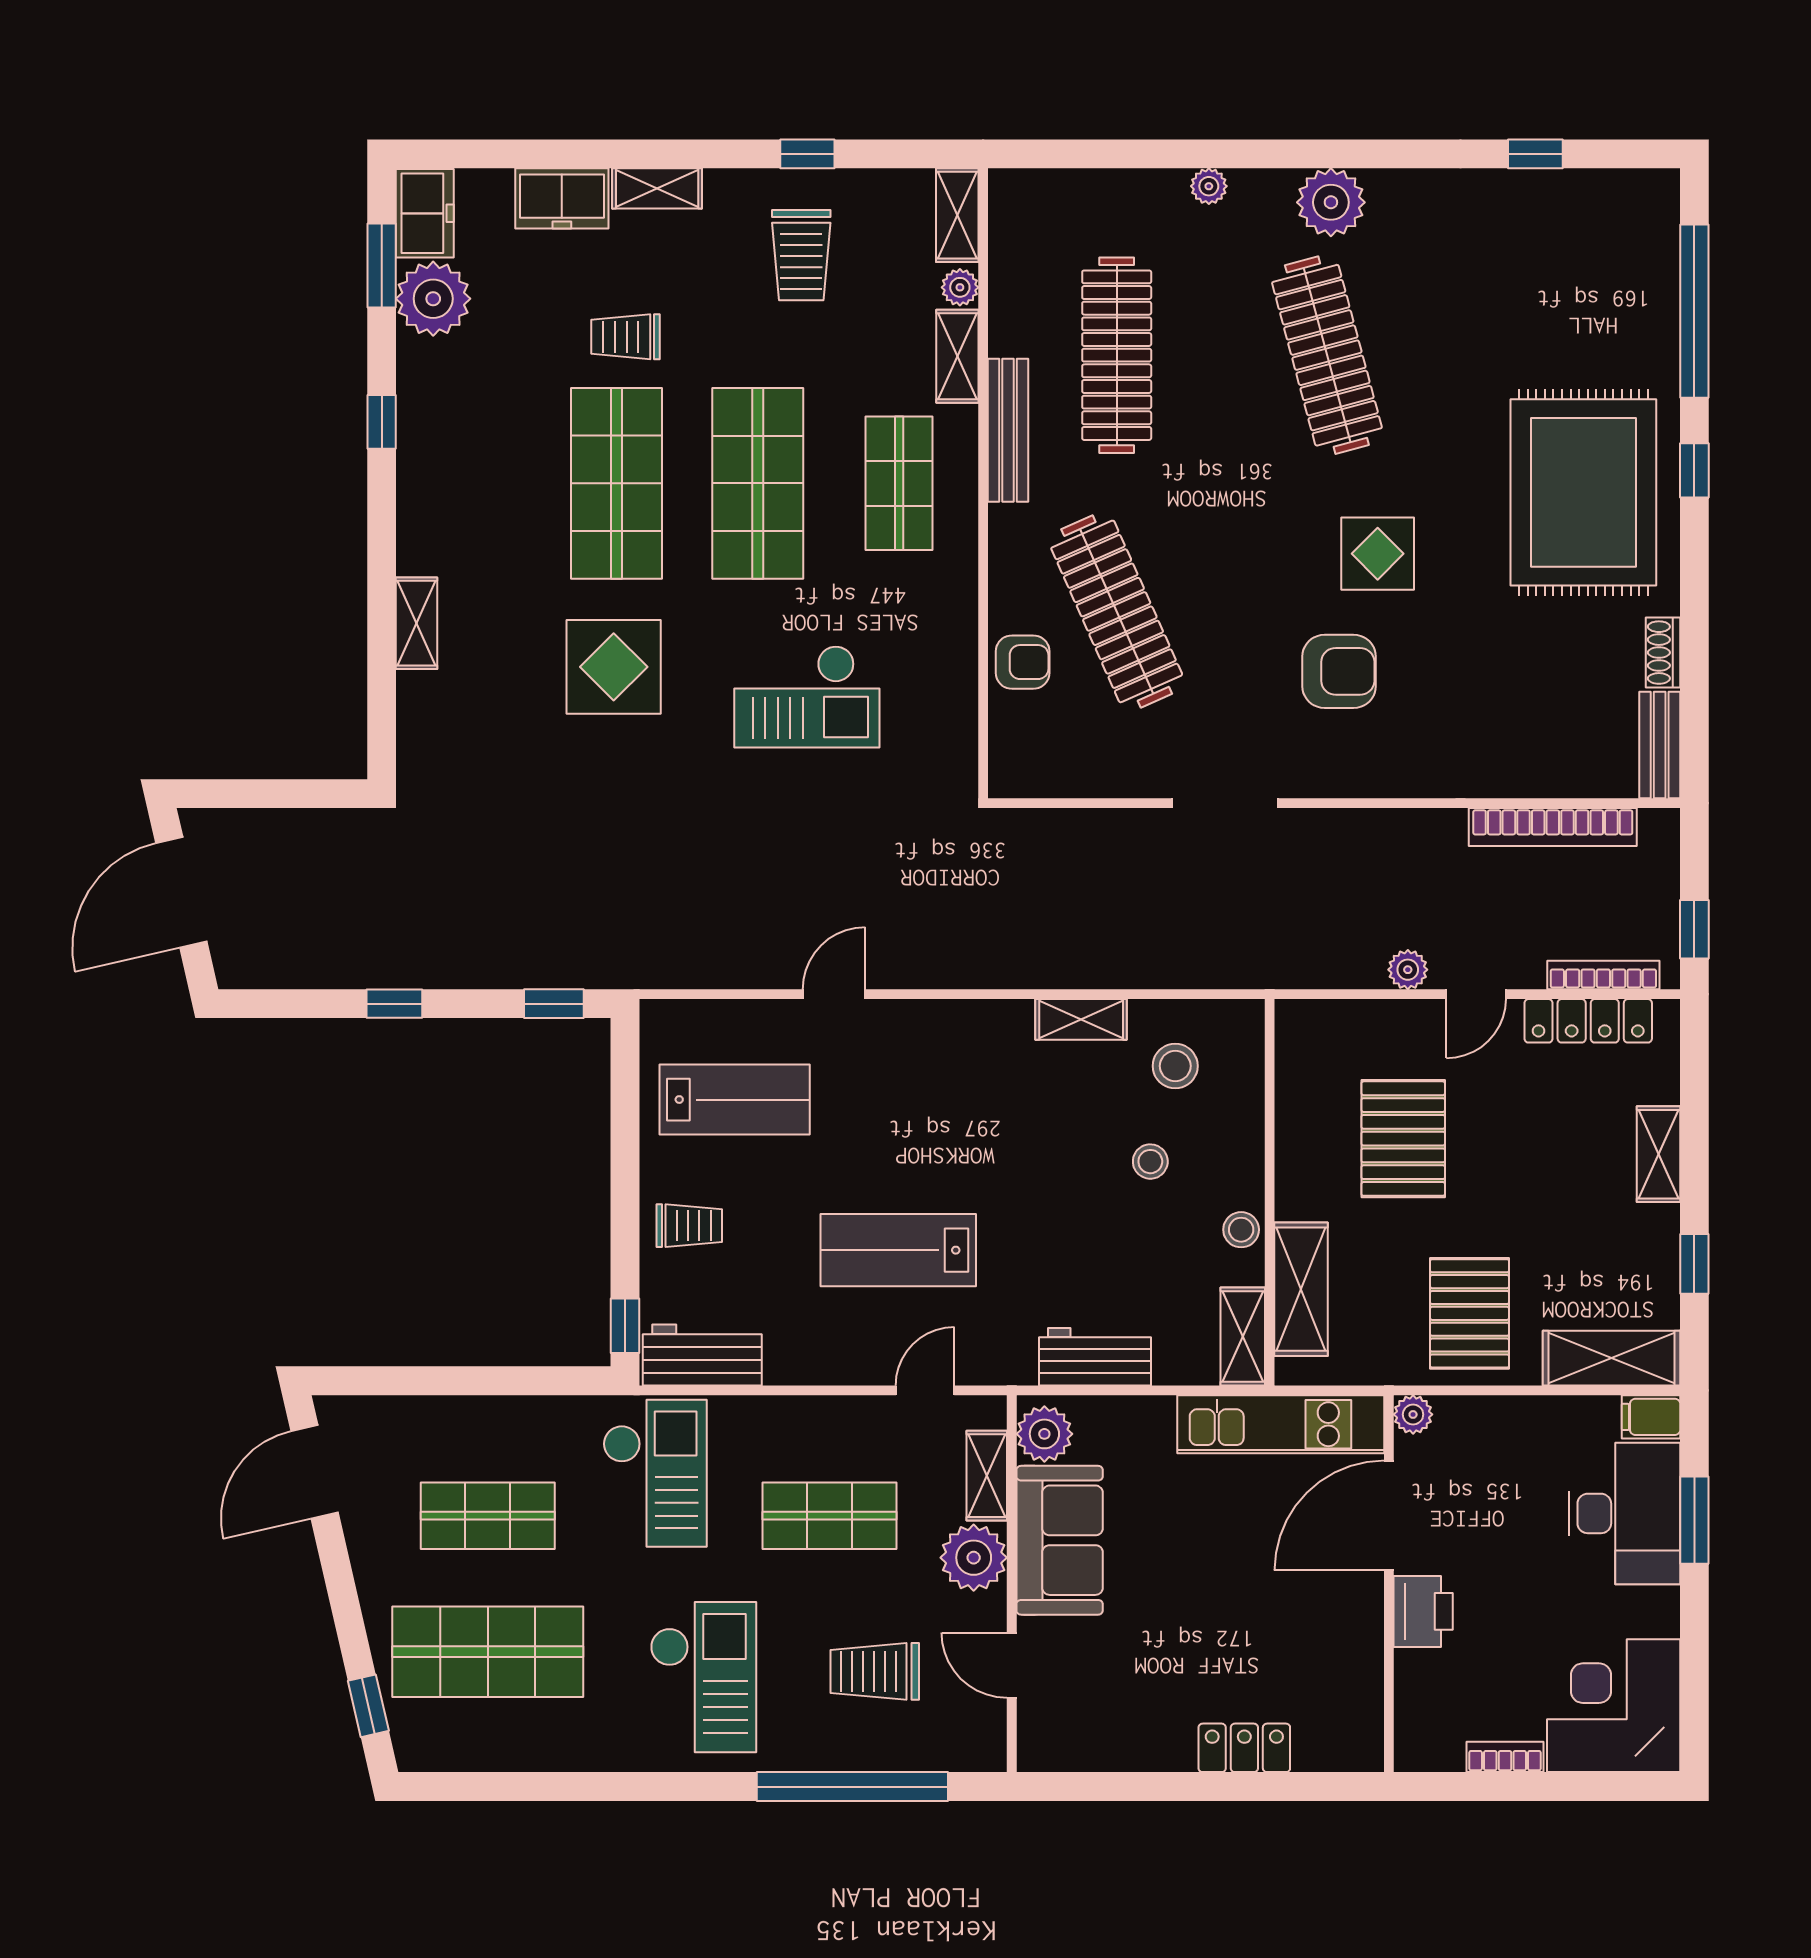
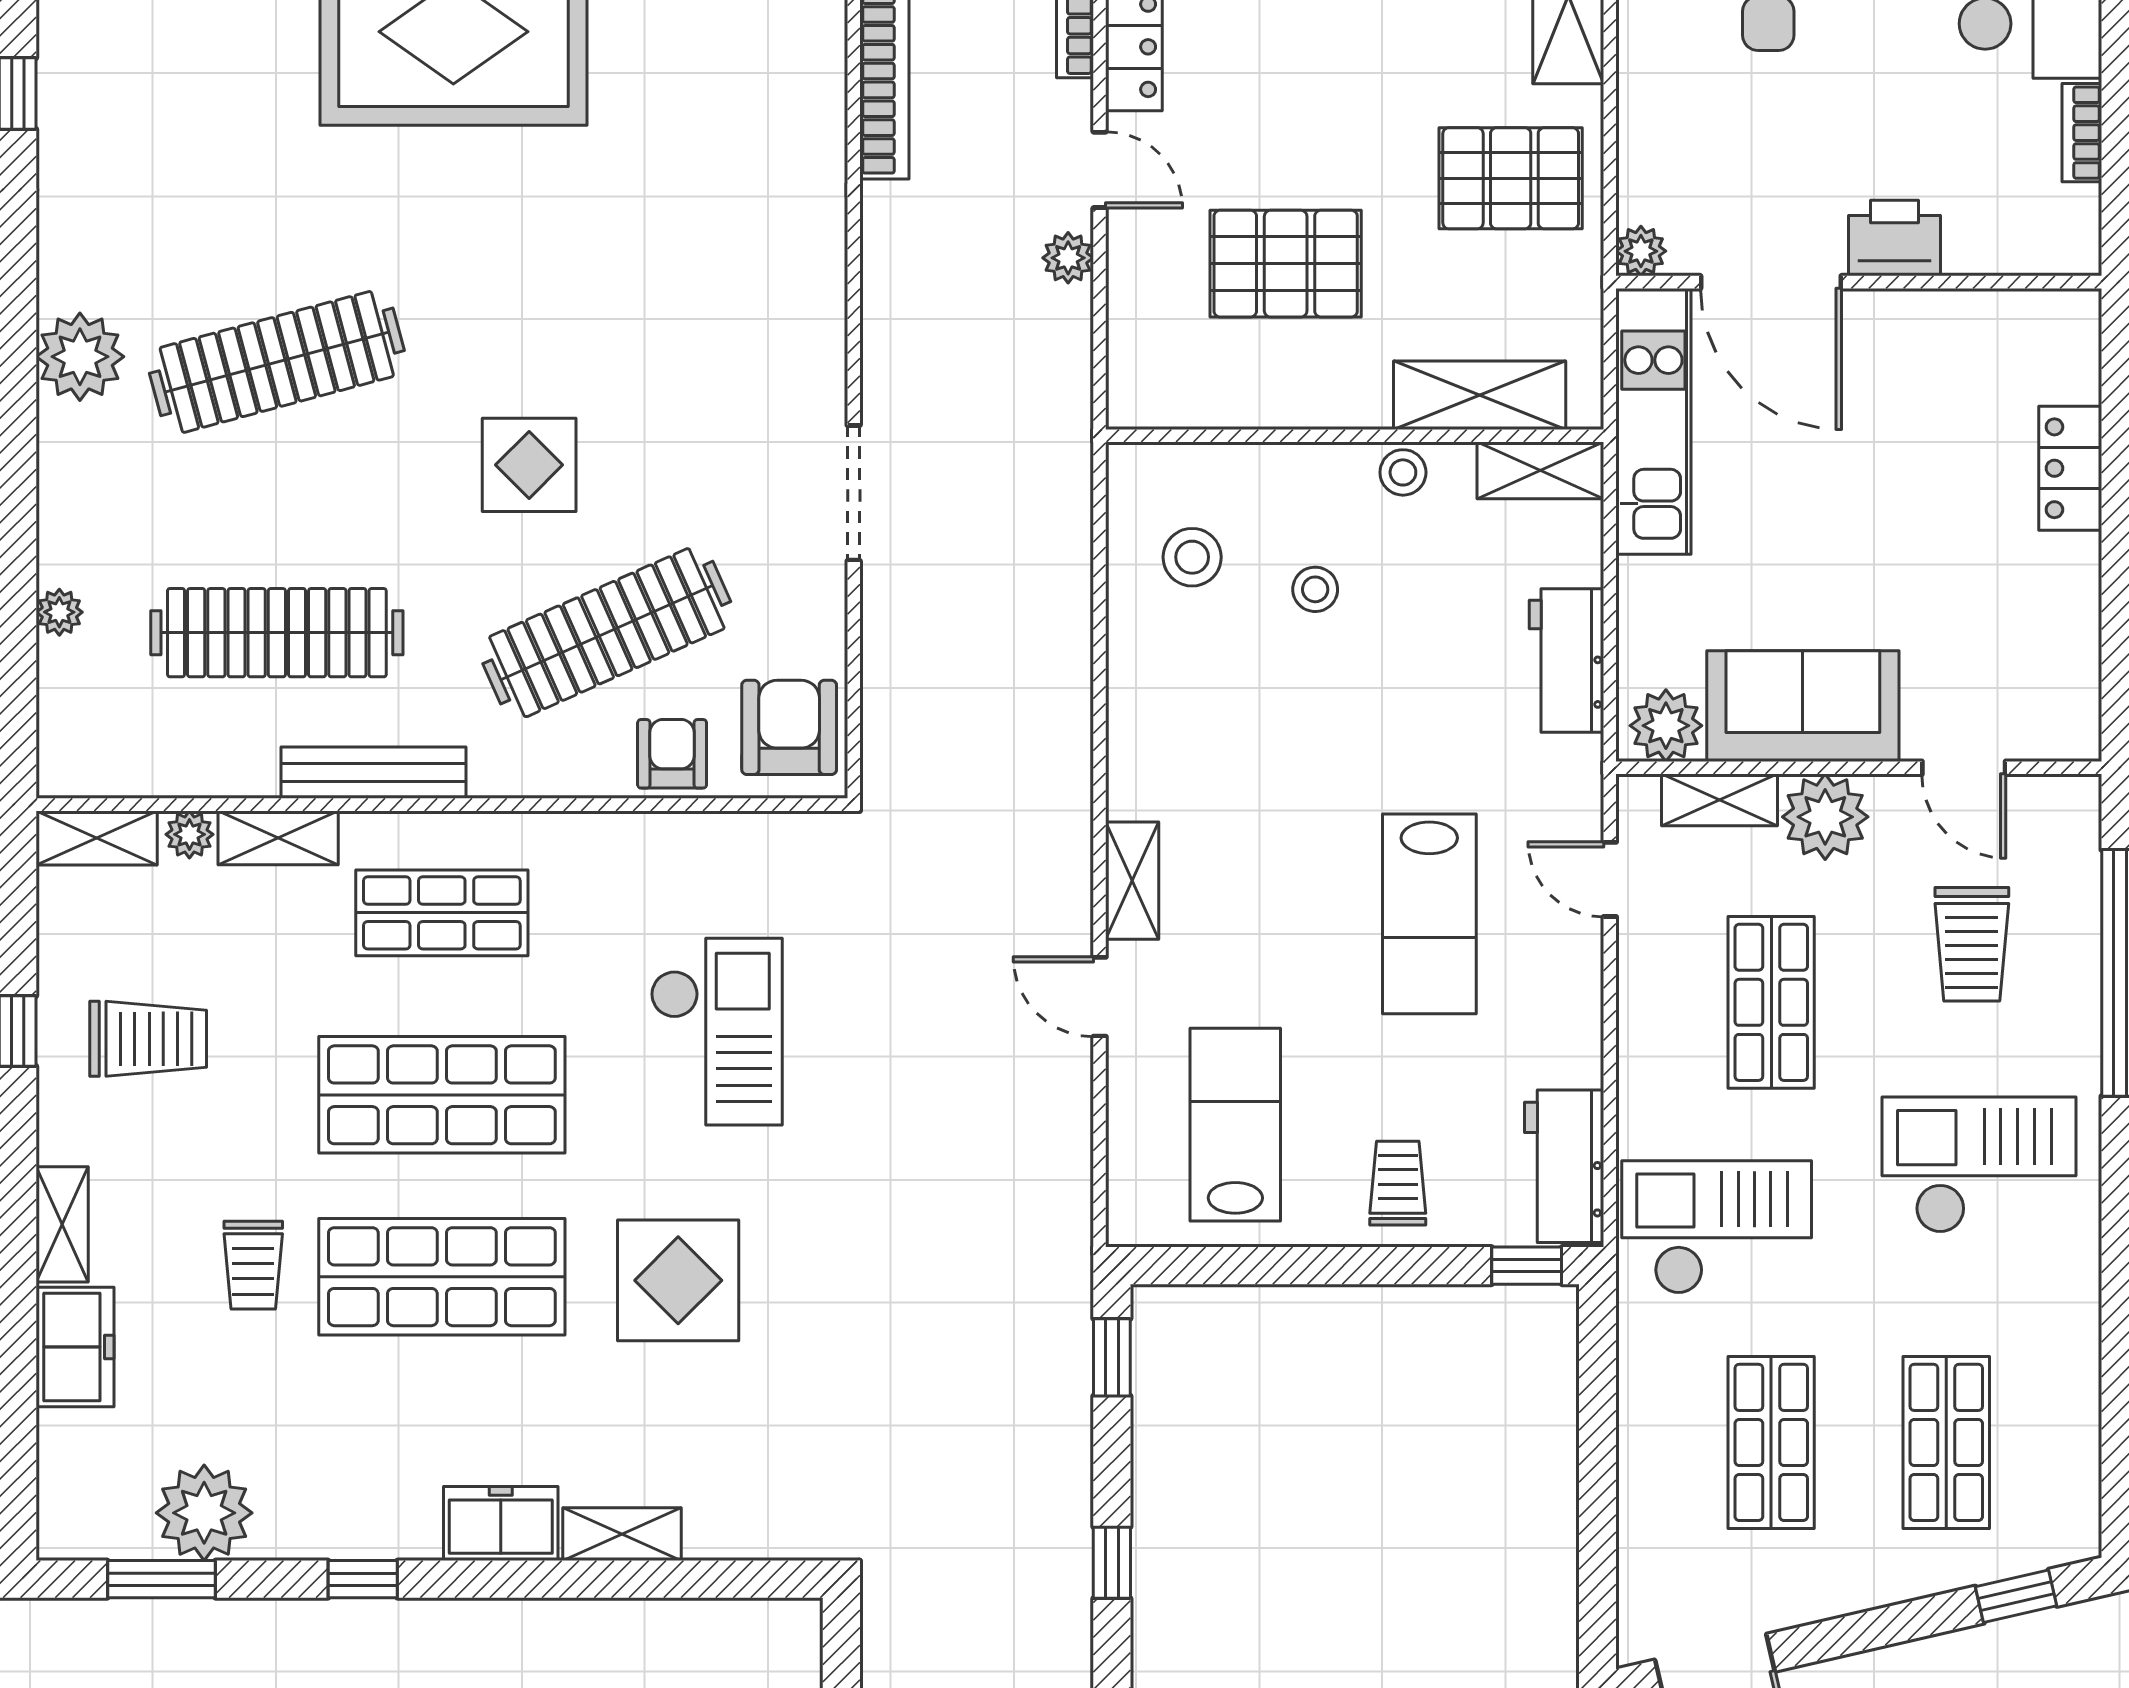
plant: (1209, 186) -> (59, 612), moved
freezer: (425, 213) -> (501, 1524), moved
display table: (1378, 554) -> (529, 465), moved
armchair: (1339, 671) -> (789, 727), moved
shelving: (1081, 1019) -> (1132, 881), moved
shop shelf: (488, 1652) -> (1946, 1442), width x0.70, depth x0.74
door: (1012, 1665) -> (1964, 768), hinge flipped

